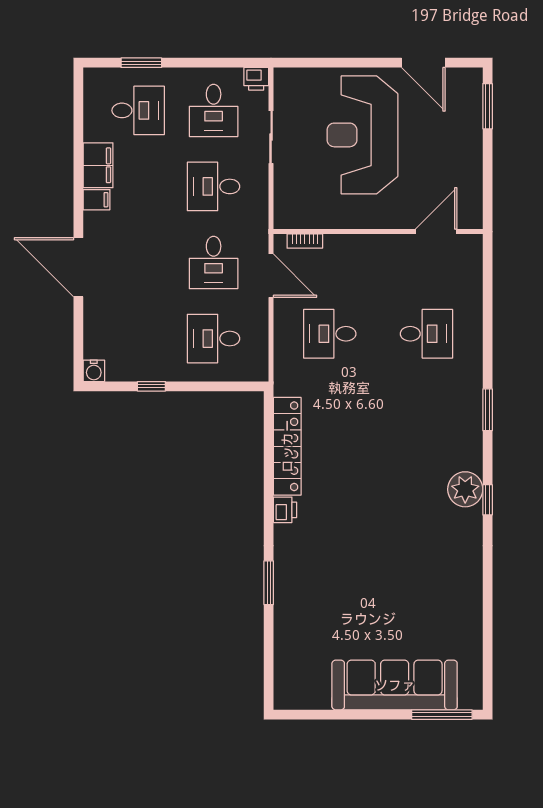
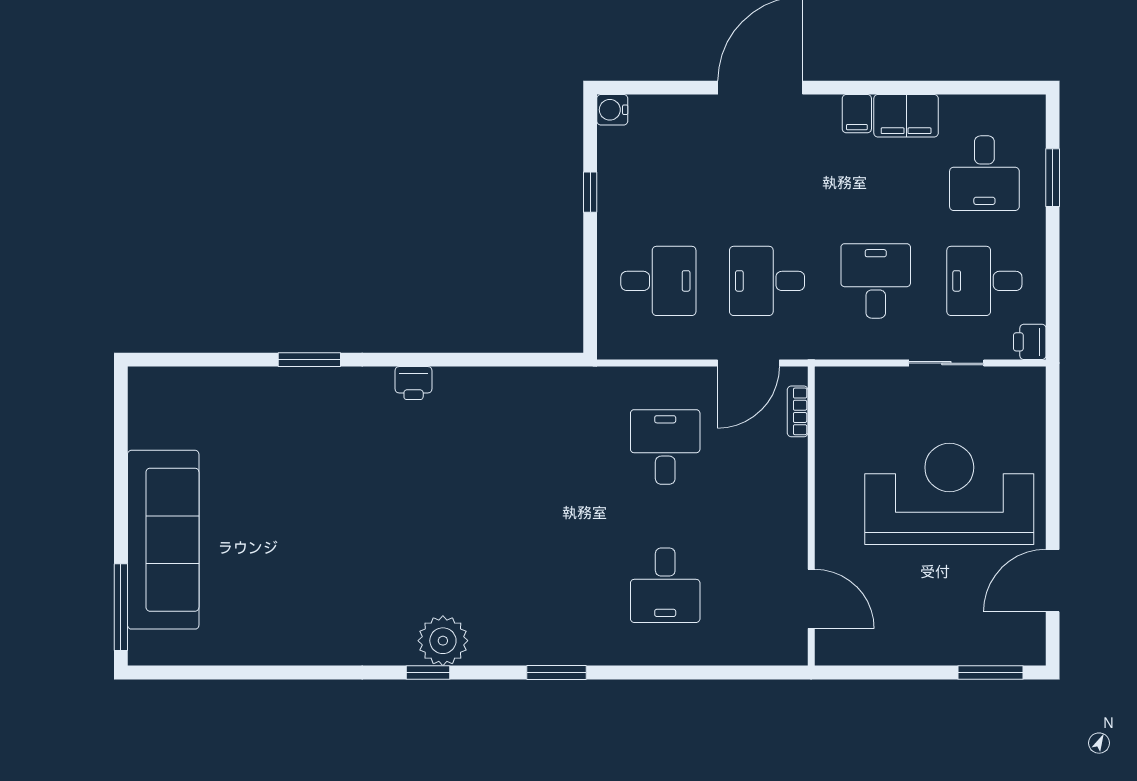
desk: (214, 339) -> (658, 281), turned 90
locker: (287, 446) -> (504, 386), removed

